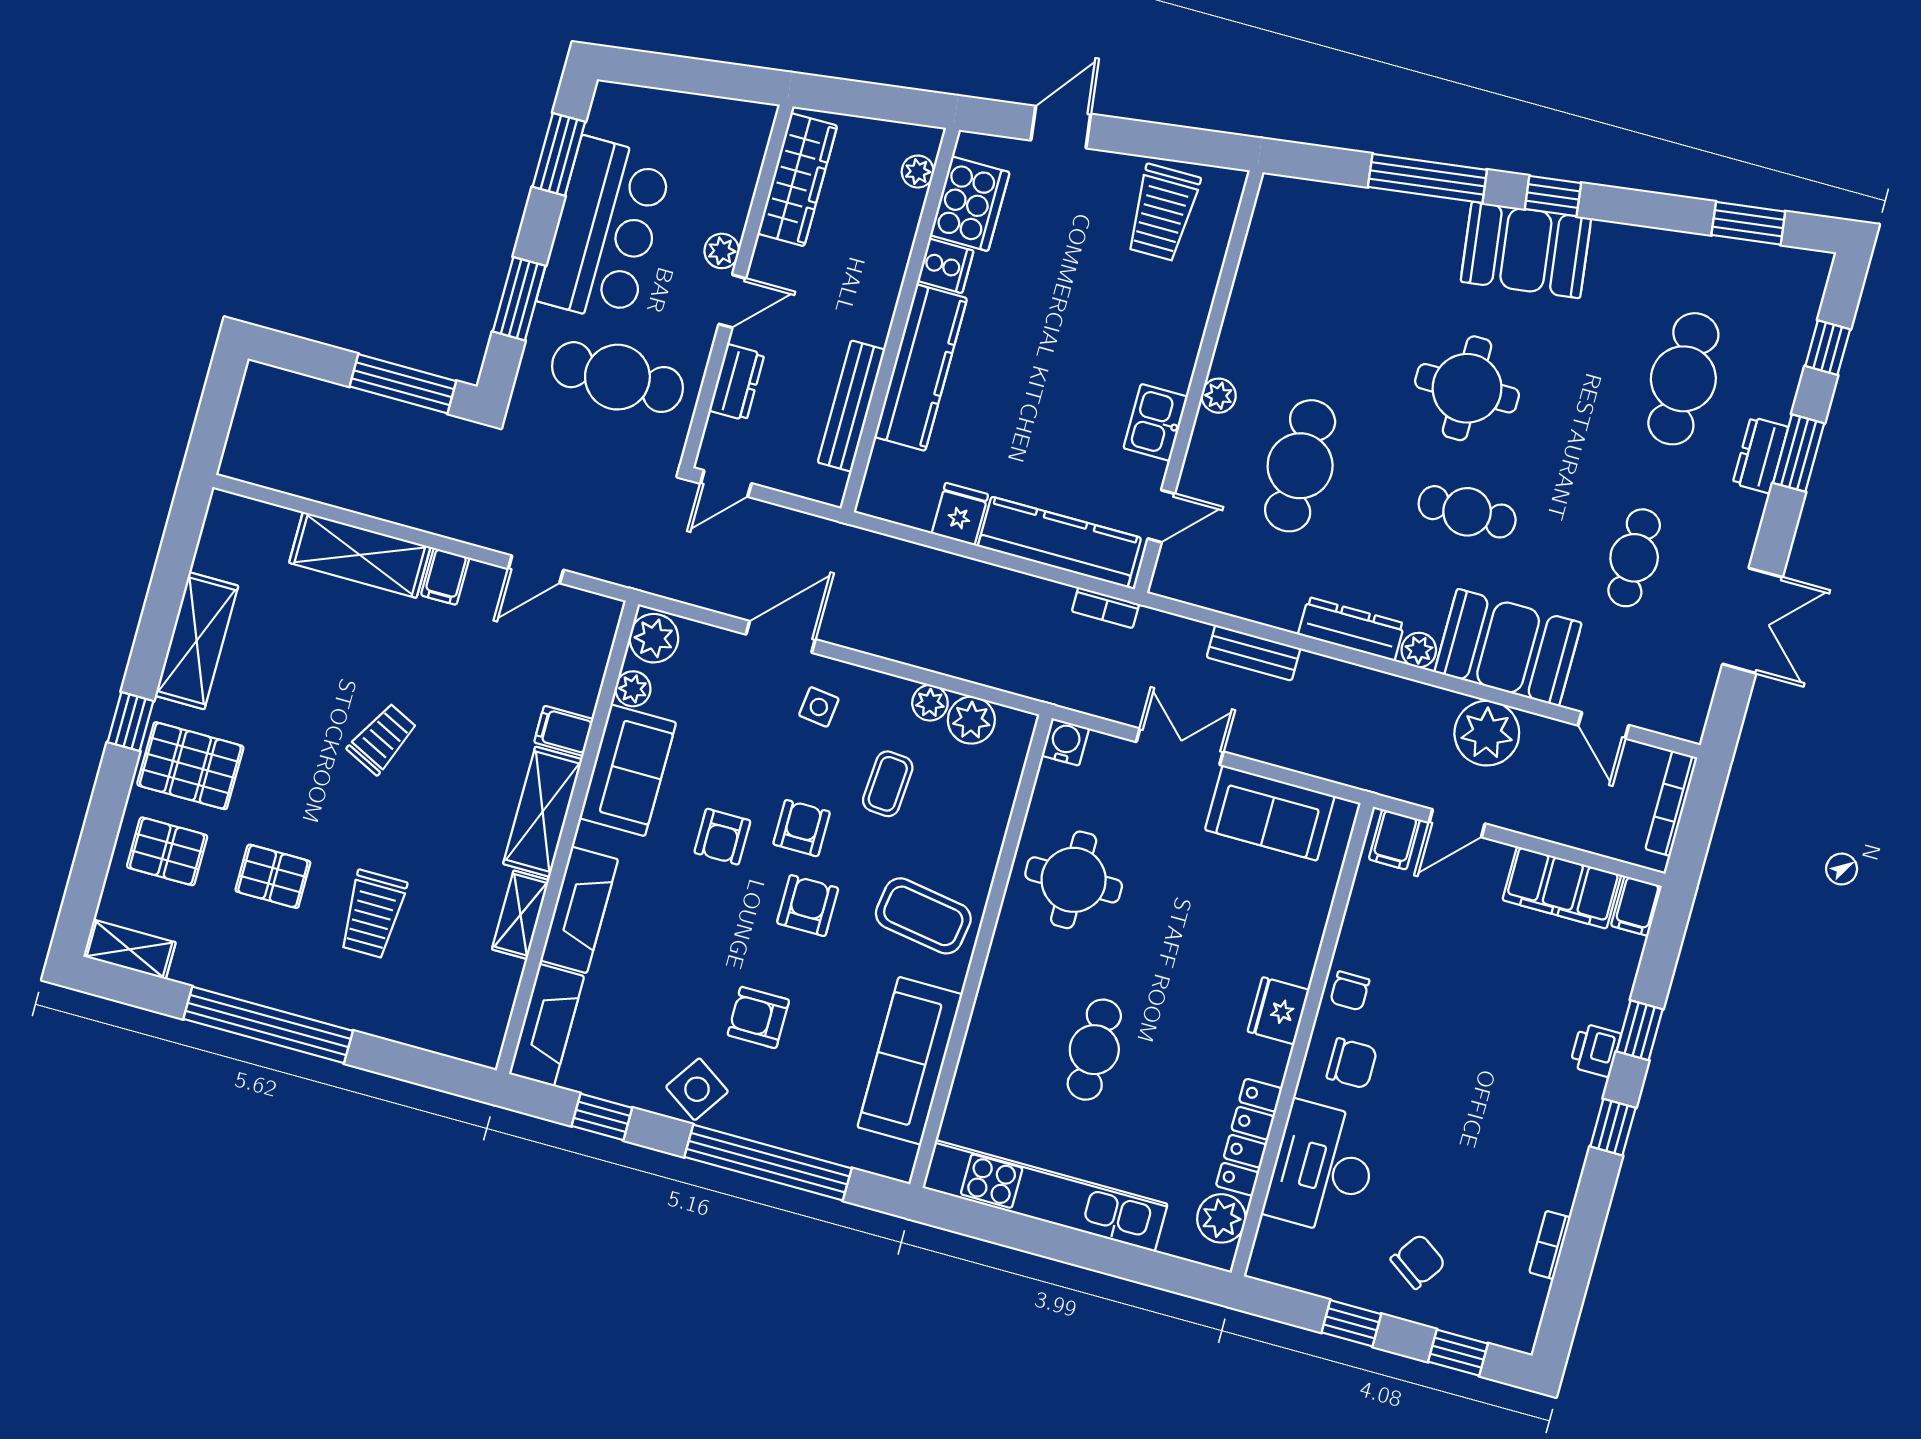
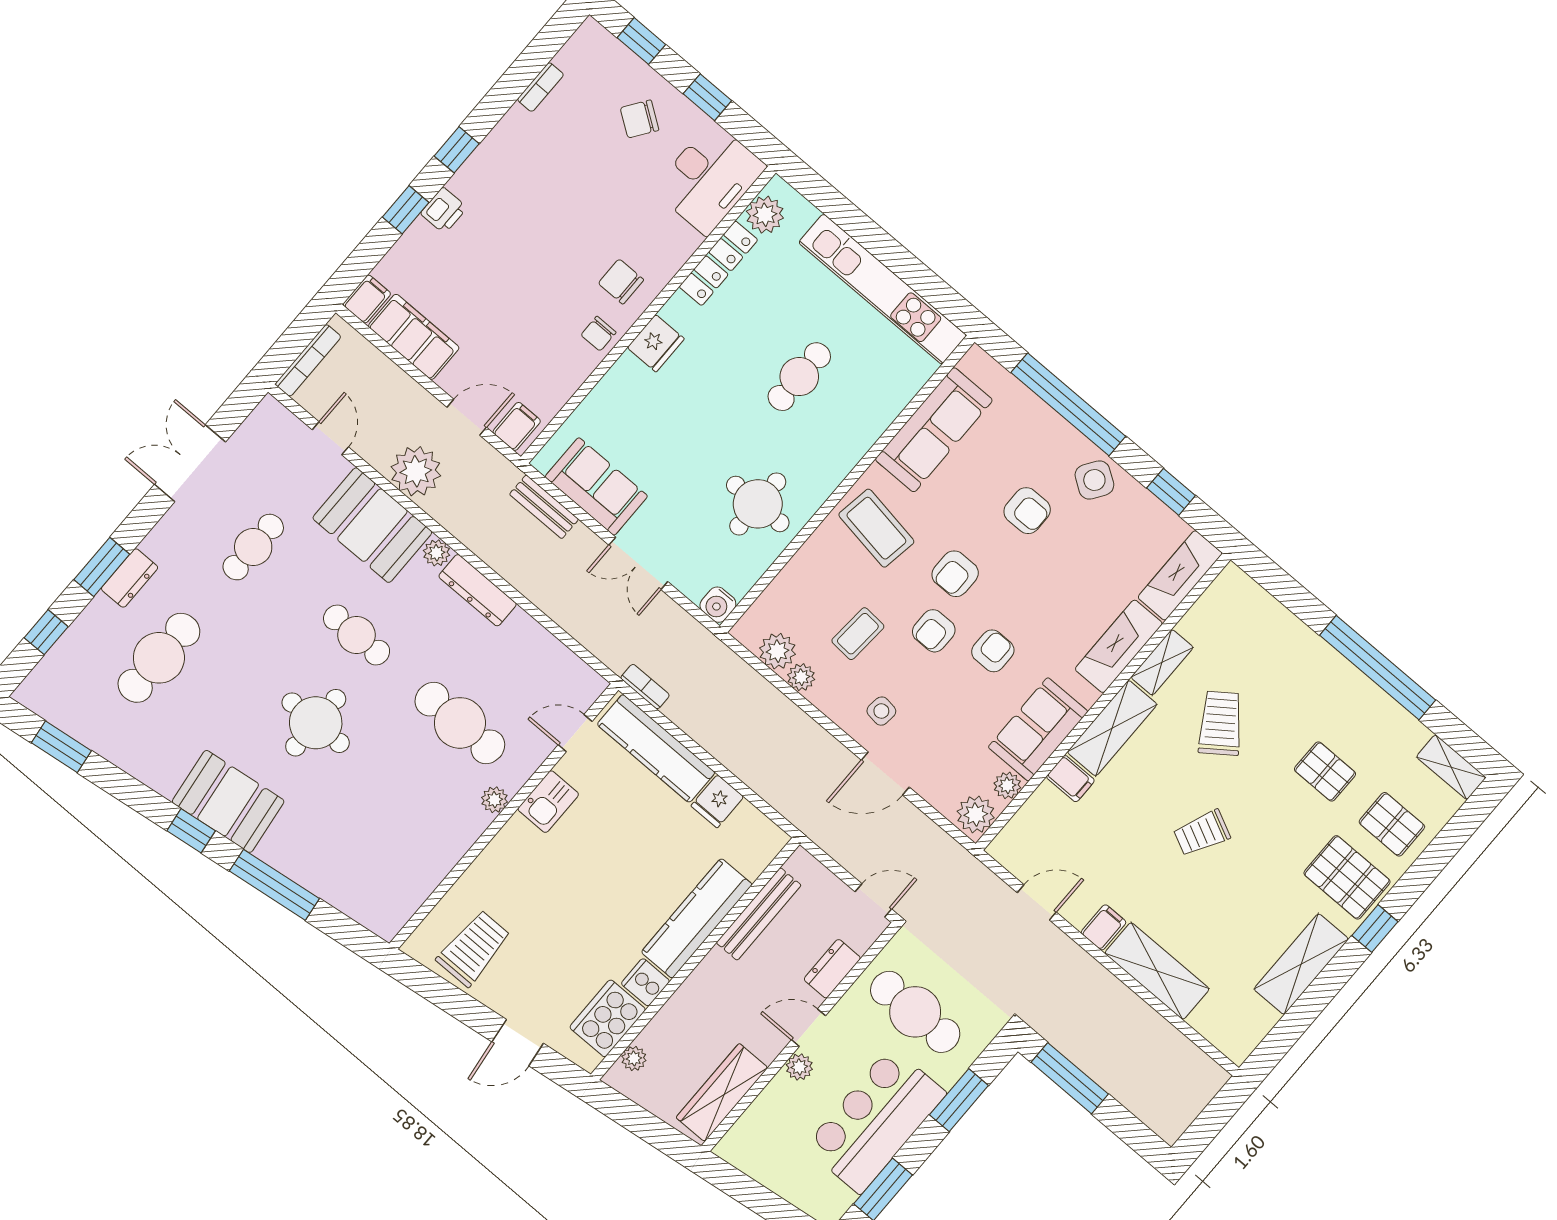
cafe table: (1300, 466) -> (460, 723), turned 90
bench: (1253, 653) -> (544, 507), moved
trolley: (373, 914) -> (1221, 723), moved, turned -36
chair: (1350, 991) -> (598, 334), turned 180
desk: (1323, 1168) -> (709, 178), moved

